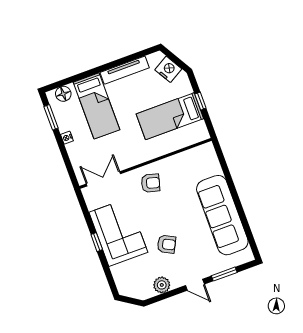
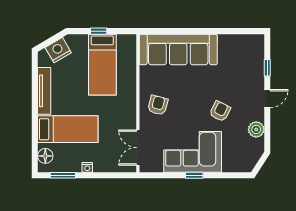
sofa: (222, 215) -> (178, 49), moved
window: (224, 274) -> (267, 68), width x0.67

